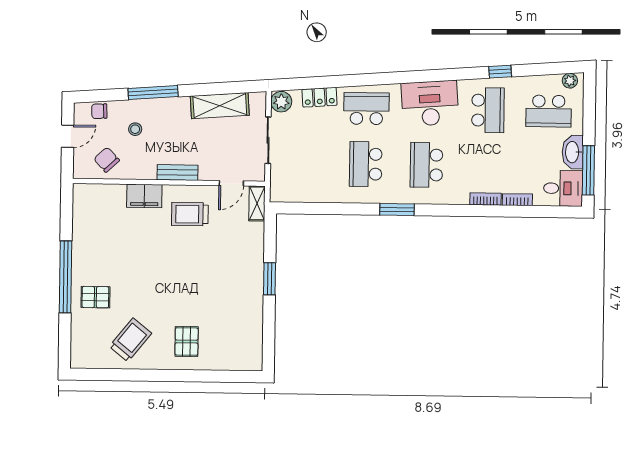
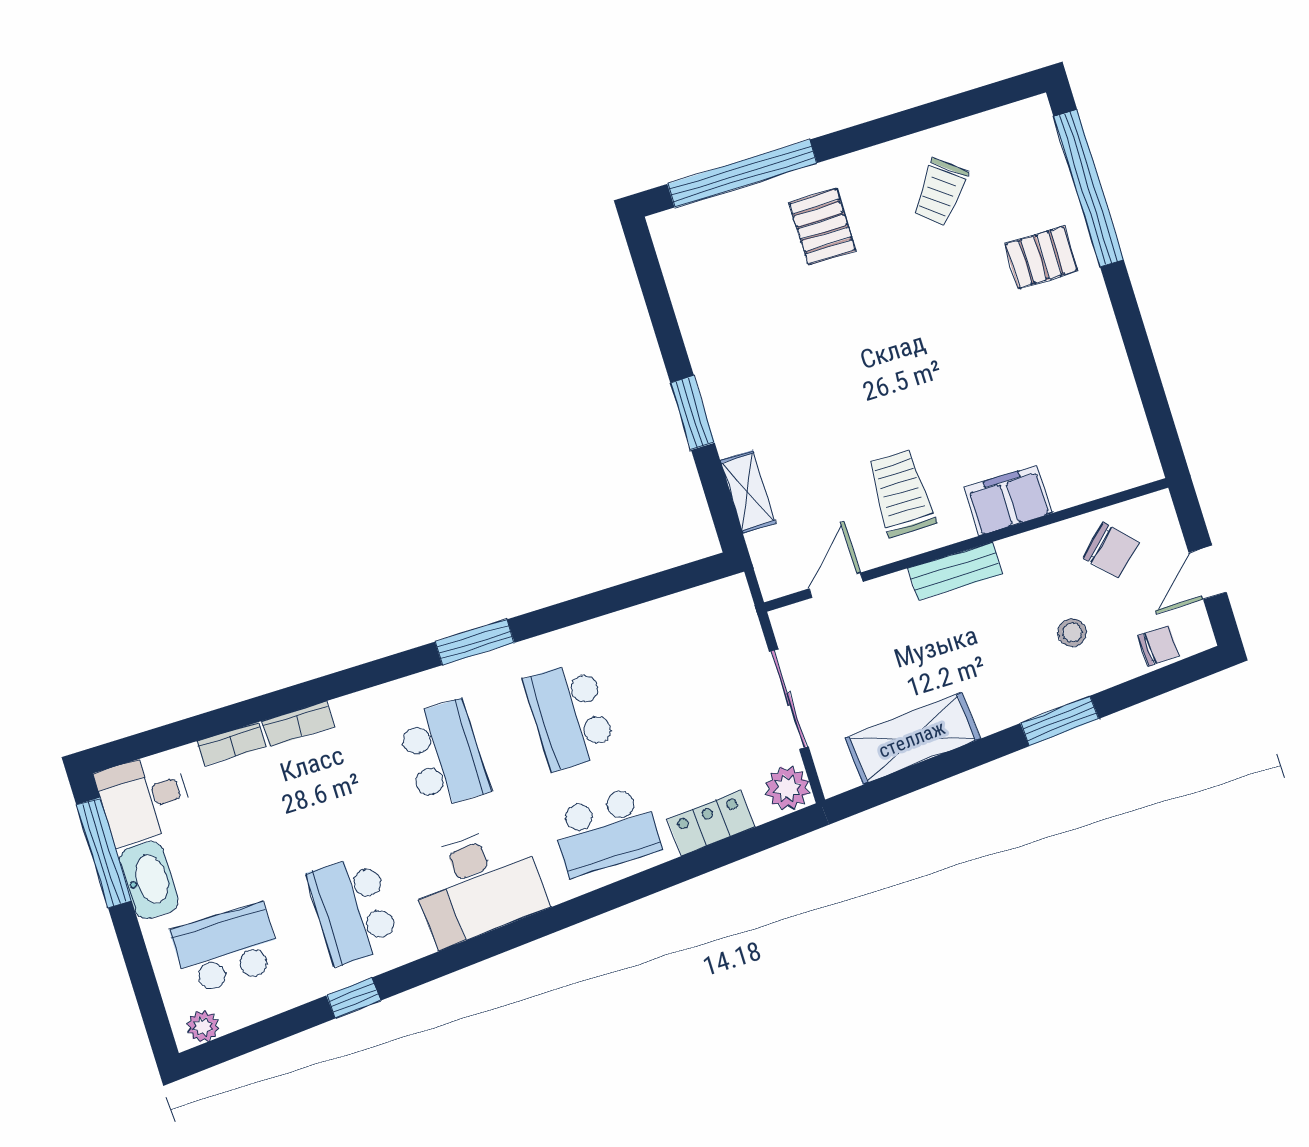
window: (153, 92) -> (1060, 721), width x0.69
school desk: (366, 164) -> (570, 716), turned 180
shelving: (257, 203) -> (748, 492), moved
trolley: (190, 214) -> (901, 493), turned -90
window: (66, 277) -> (1089, 188), moved
trolley: (130, 340) -> (940, 192), width x0.73, depth x0.72
window: (214, 376) -> (742, 173), added

